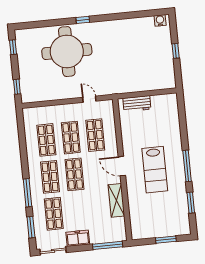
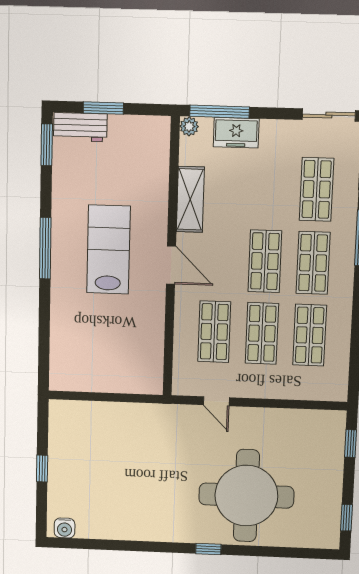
workbench: (137, 104) -> (80, 127), moved, turned 180
window: (191, 203) -> (47, 145), moved
plant: (122, 236) -> (189, 126), added
freezer: (78, 238) -> (236, 133), moved

